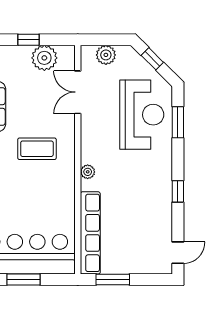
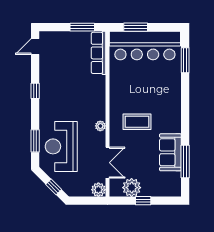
plant: (106, 55) -> (98, 190), moved
plant: (88, 172) -> (100, 126), moved
row of seats: (90, 233) -> (98, 53), width x0.73
window: (23, 280) -> (136, 27), moved

